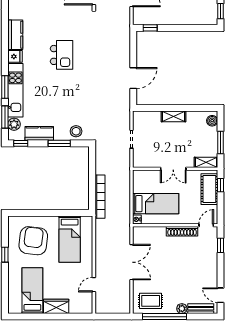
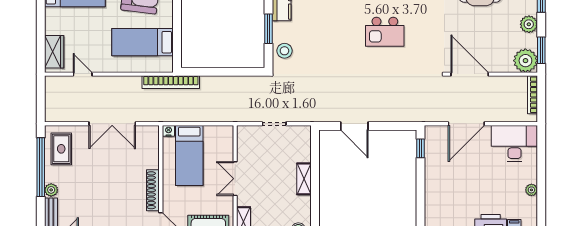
bookcase: (100, 197) -> (171, 82), moved
wardrobe: (56, 306) -> (54, 52), moved

